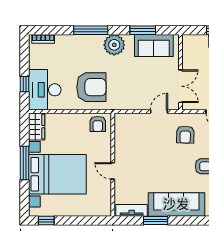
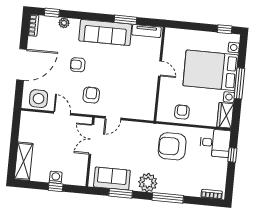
desk: (45, 90) -> (215, 143), width x0.73
armchair: (98, 124) -> (182, 112), moved

